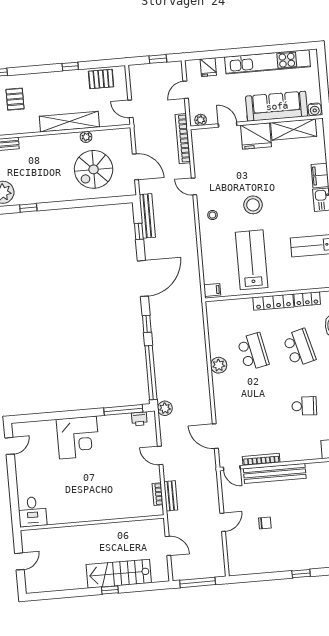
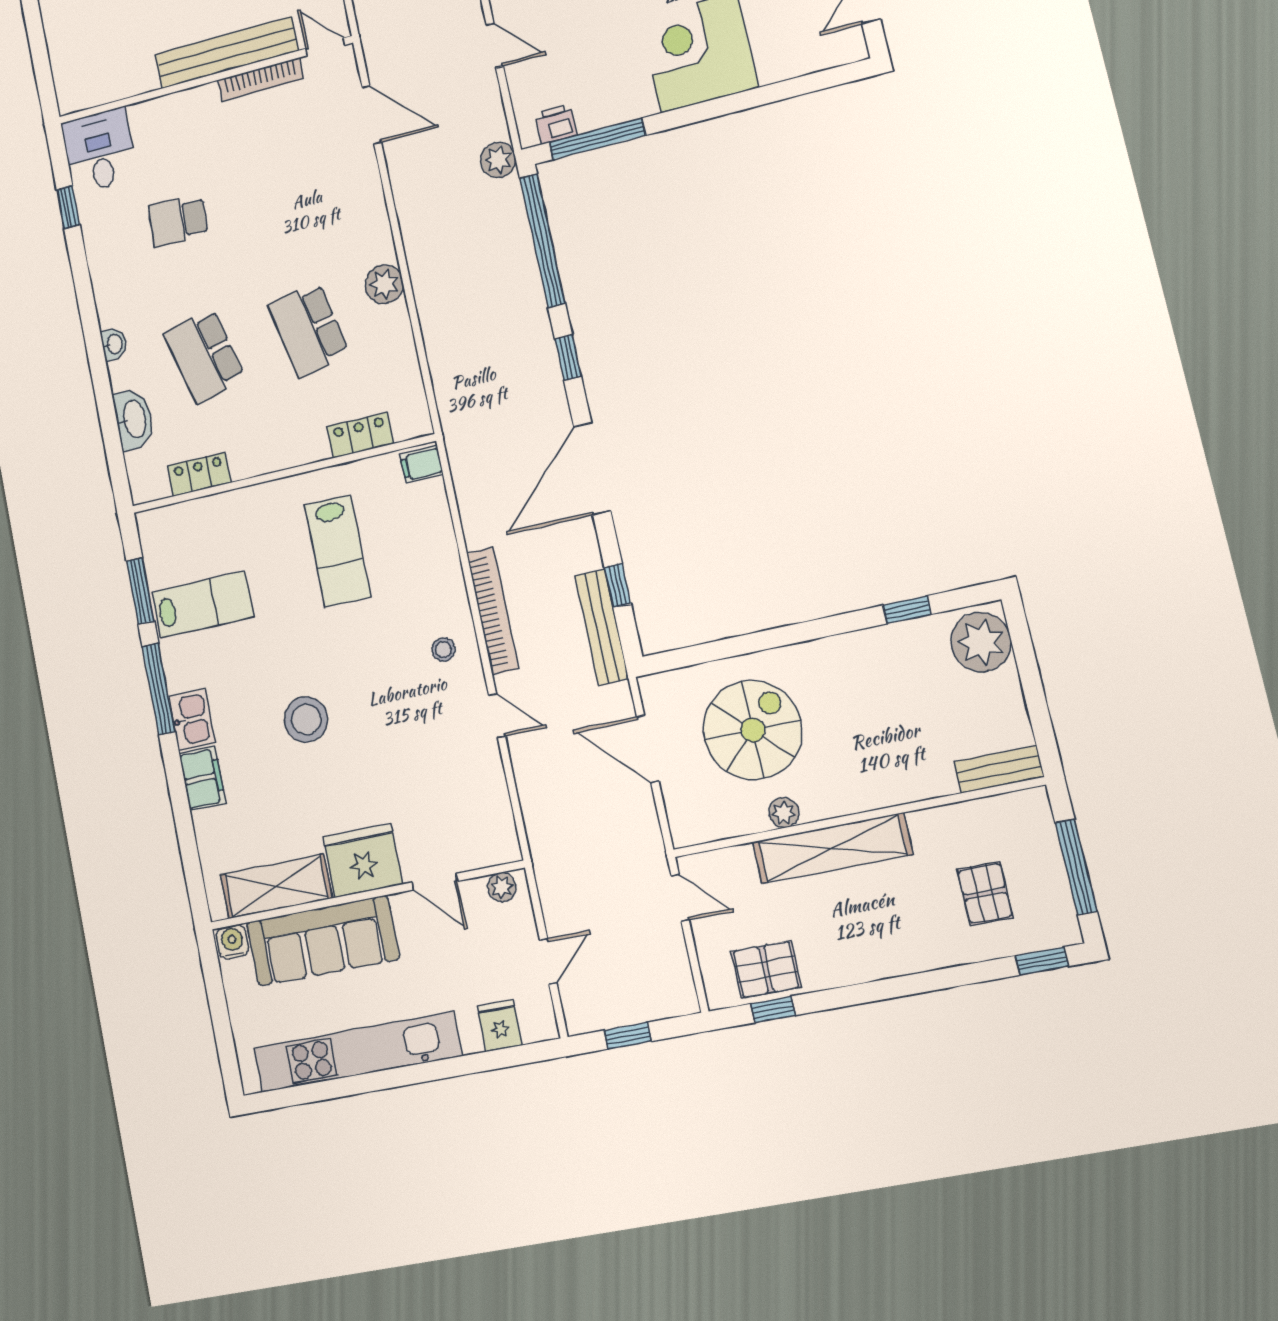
window: (70, 66) -> (773, 1009), moved
bookcase: (183, 139) -> (493, 611), moved
stool: (253, 205) -> (306, 719), moved
lab bench: (252, 260) -> (338, 551), width x0.73, depth x0.72
locker: (273, 302) -> (360, 435), moved, width x0.66

